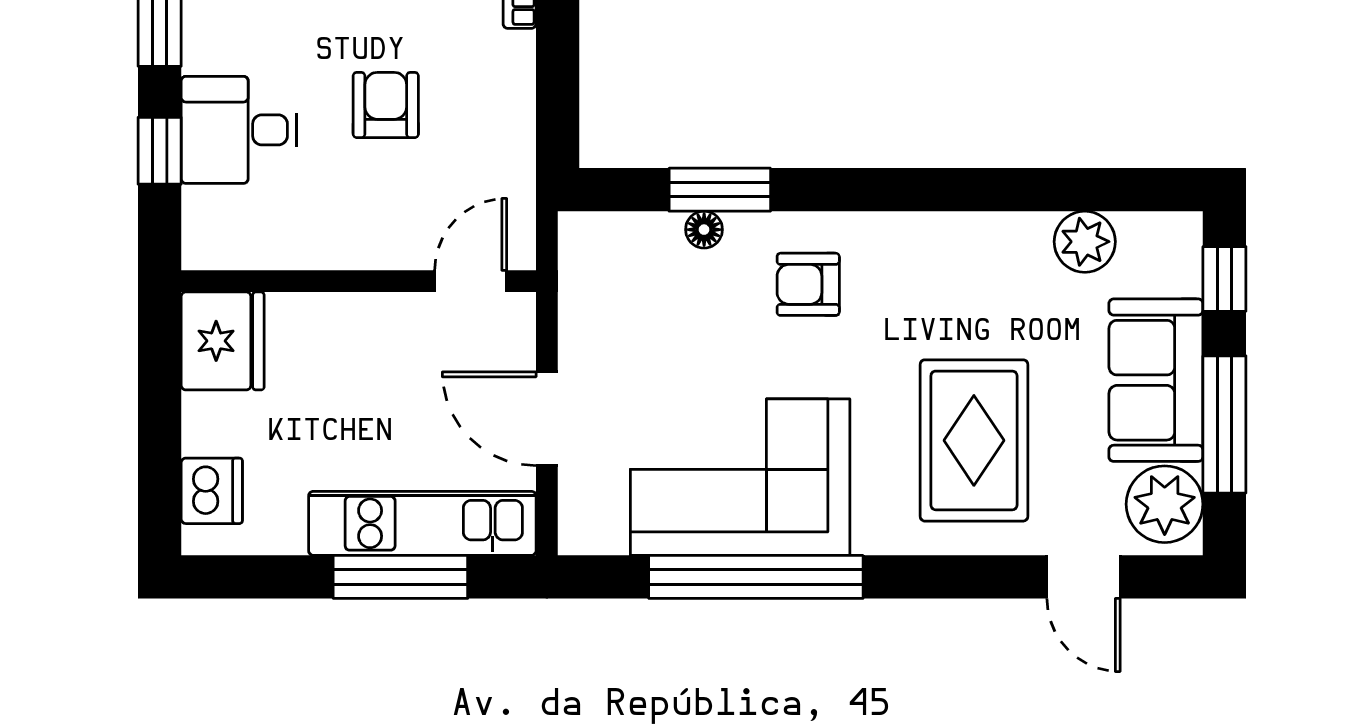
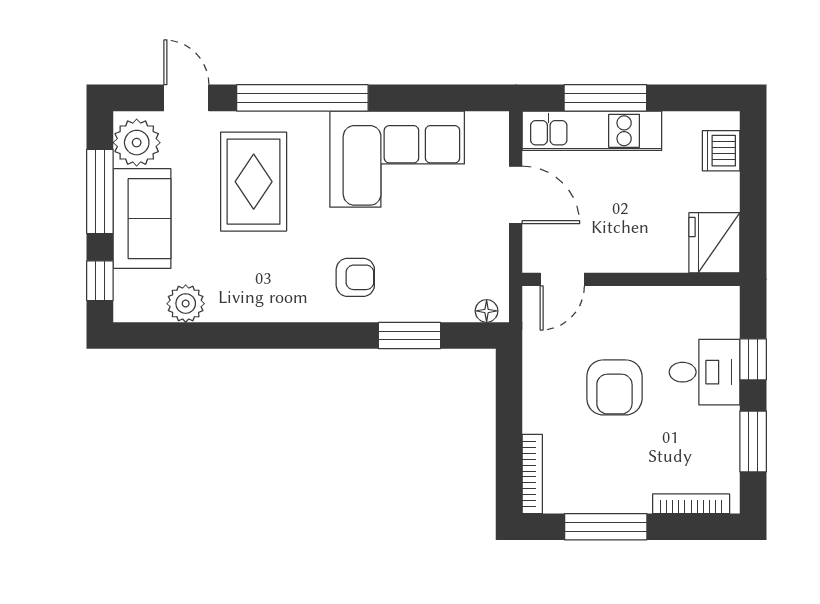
armchair: (386, 105) -> (614, 387), width x1.38, depth x1.38
floor lamp: (704, 230) -> (487, 311), moved
window: (756, 577) -> (302, 98), moved

